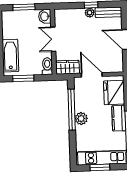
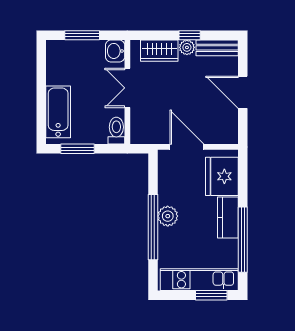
wardrobe: (68, 67) -> (159, 51), moved, turned 180
window: (72, 110) -> (153, 227), moved
window: (100, 167) -> (211, 295), moved

